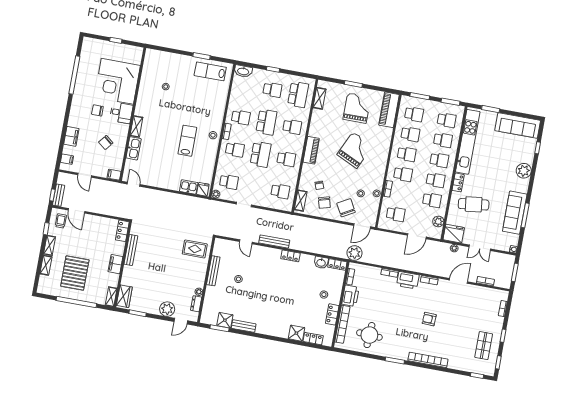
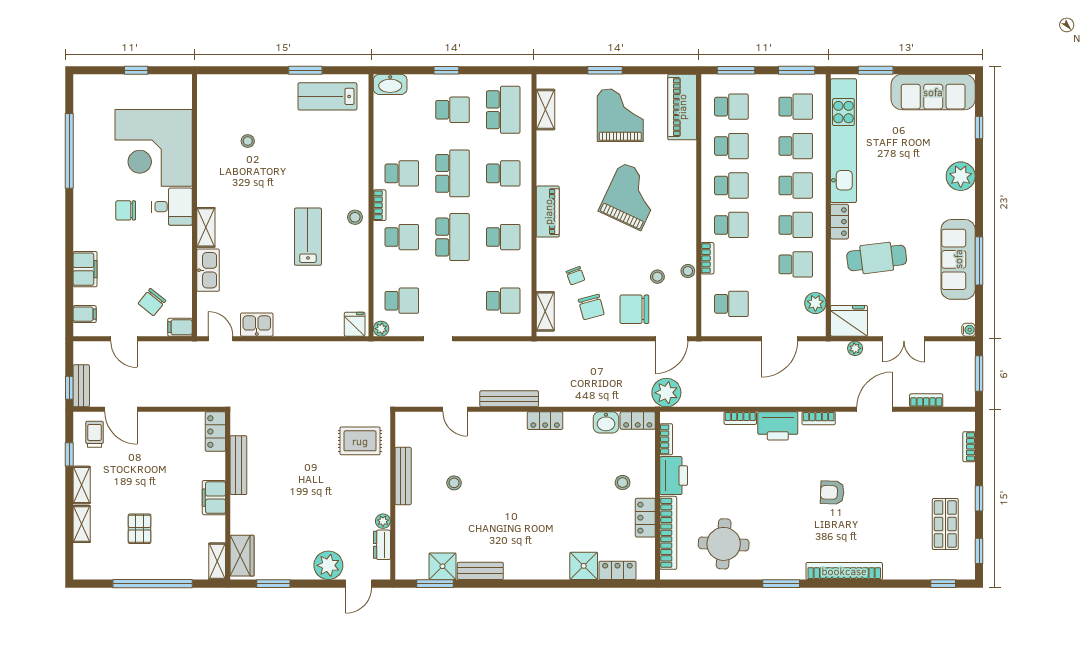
chair: (106, 142) -> (152, 302), moved
kitchen sink: (189, 187) -> (257, 325), moved
chair: (346, 208) -> (634, 309), turned -61
pallet: (75, 273) -> (140, 529), width x0.49, depth x0.50

